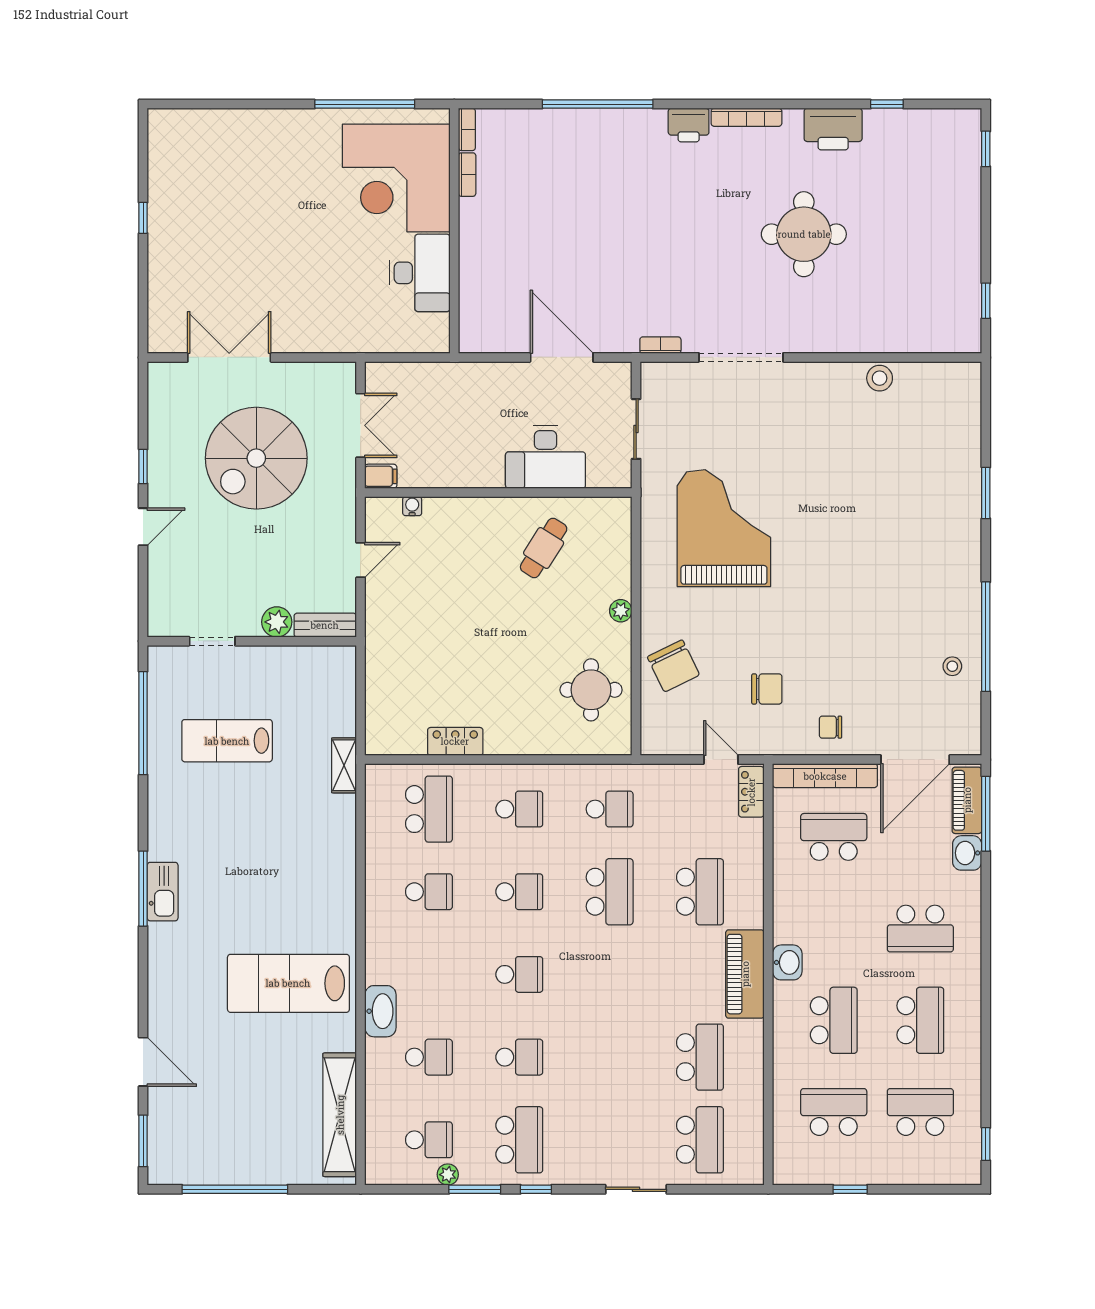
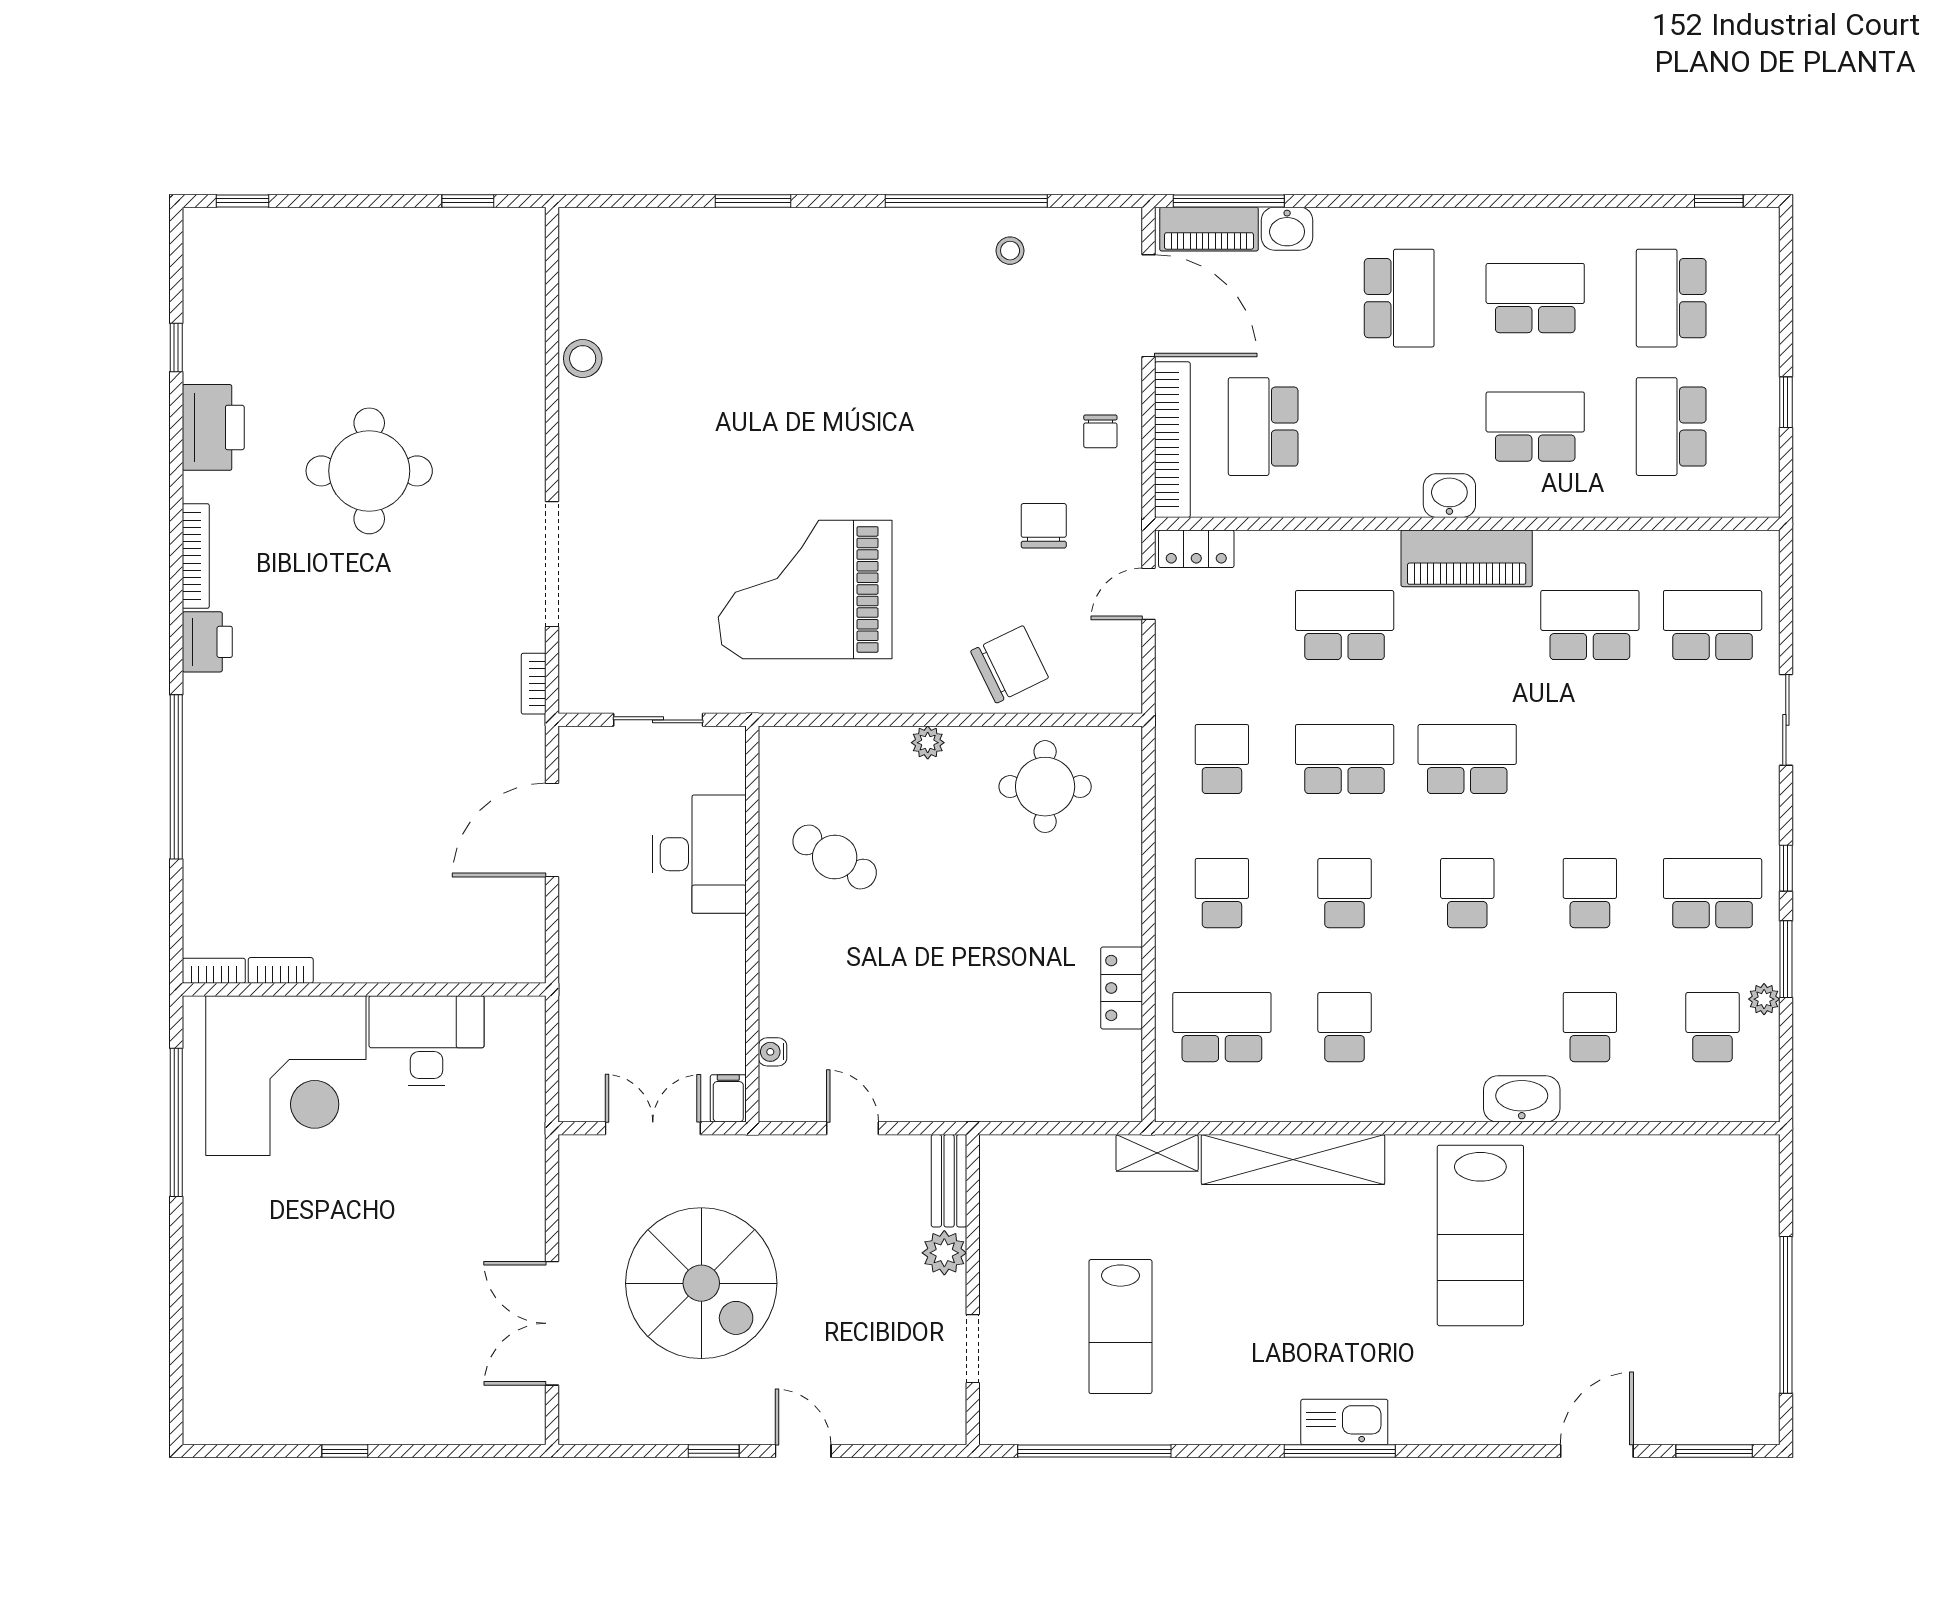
school desk: (610, 974) -> (1467, 759), added
shelving: (340, 1115) -> (1293, 1159), moved

